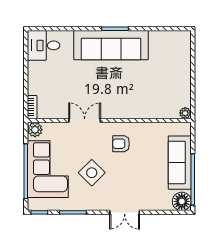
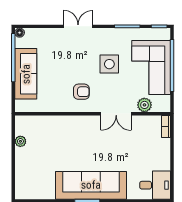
plant: (185, 113) -> (20, 141), moved
plant: (35, 130) -> (144, 105), moved
side table: (92, 173) -> (109, 64), turned 45
floor lamp: (182, 201) -> (20, 33), width x0.53, depth x0.53

